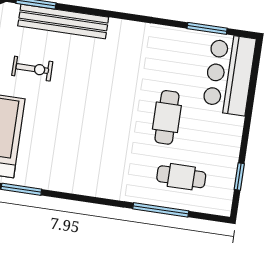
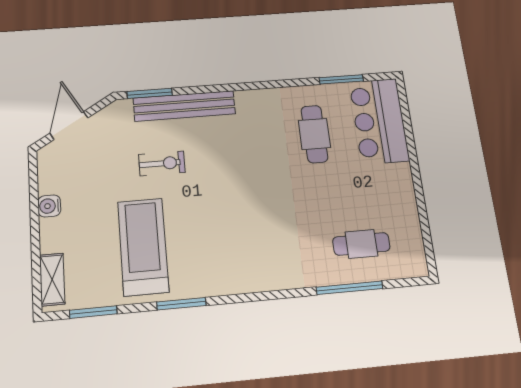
cafe table: (167, 117) -> (314, 134), moved
window: (239, 177) -> (425, 228), removed

